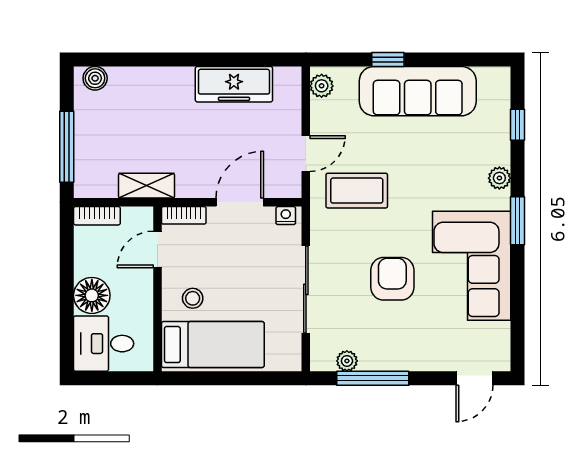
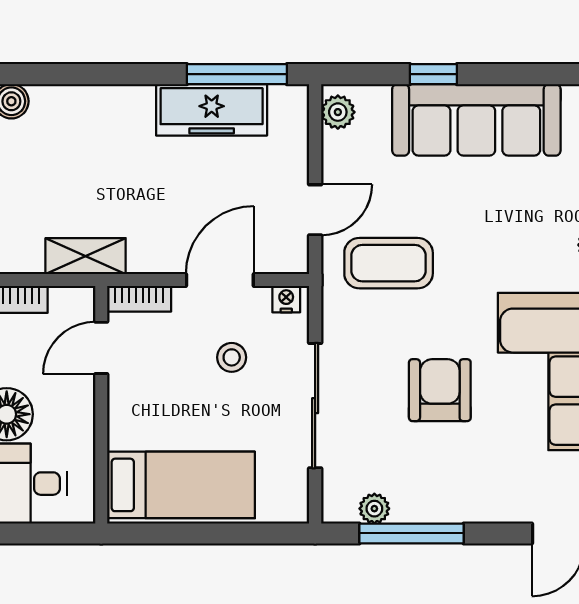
window: (252, 59) -> (237, 74), added
stool: (193, 298) -> (232, 357), moved

